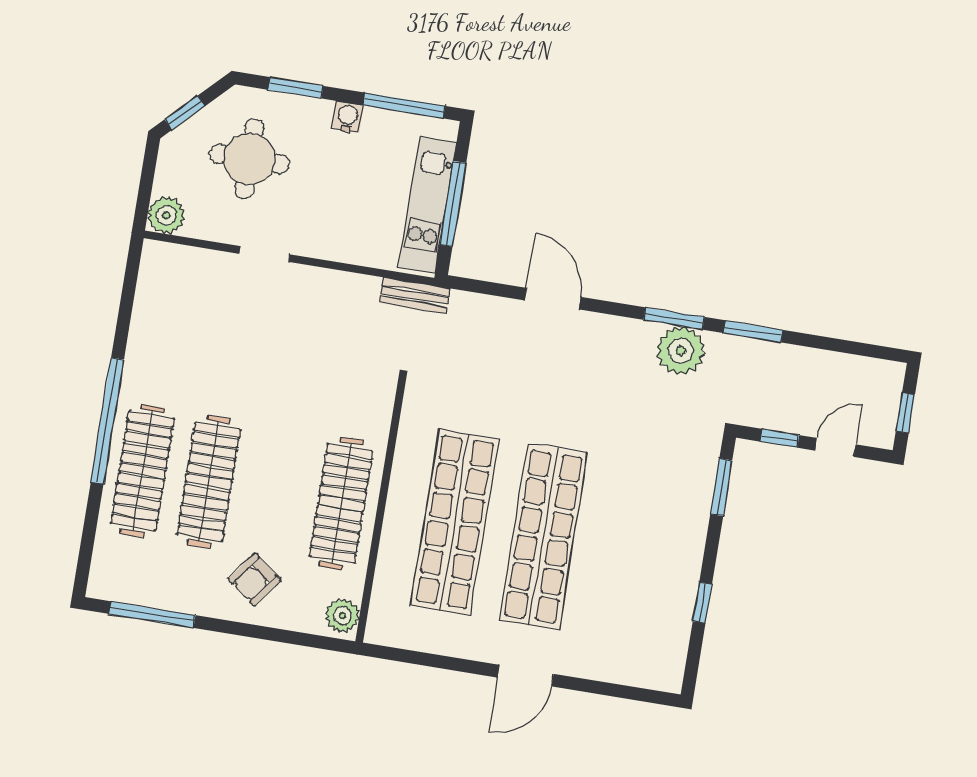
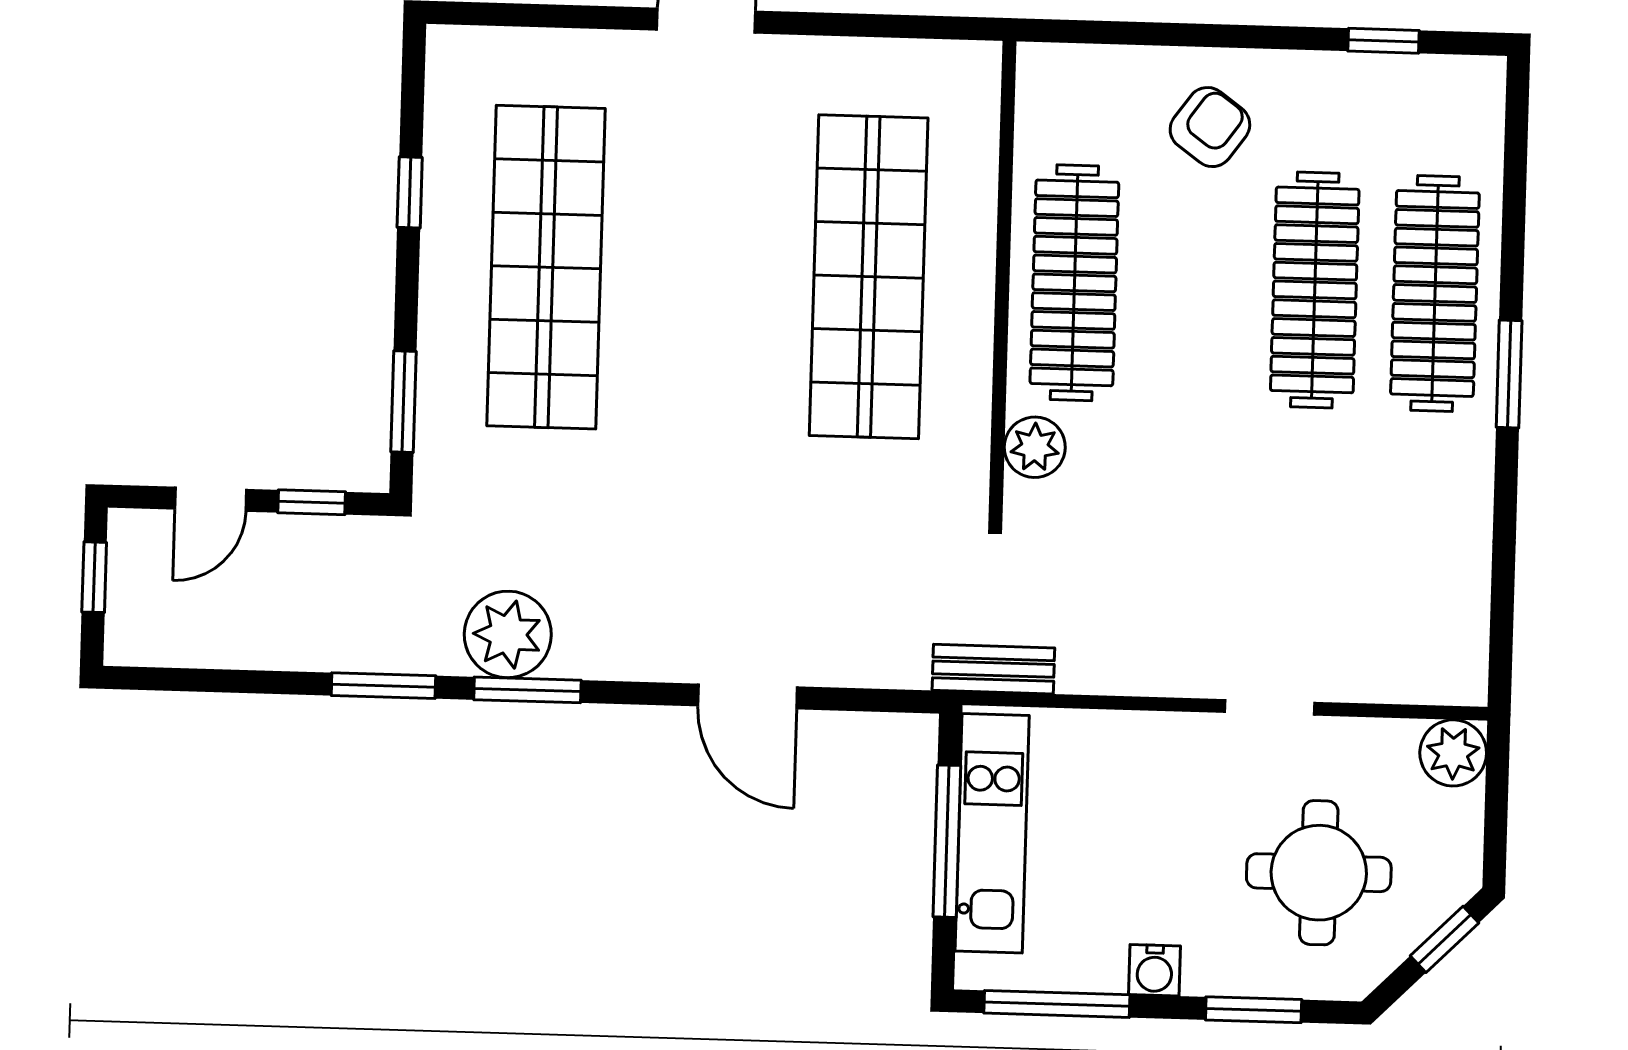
window: (107, 421) -> (1509, 374), width x0.47
shop shelf: (544, 537) -> (546, 267), moved
window: (152, 615) -> (1383, 41), width x0.46
plant: (342, 616) -> (1035, 447), moved

